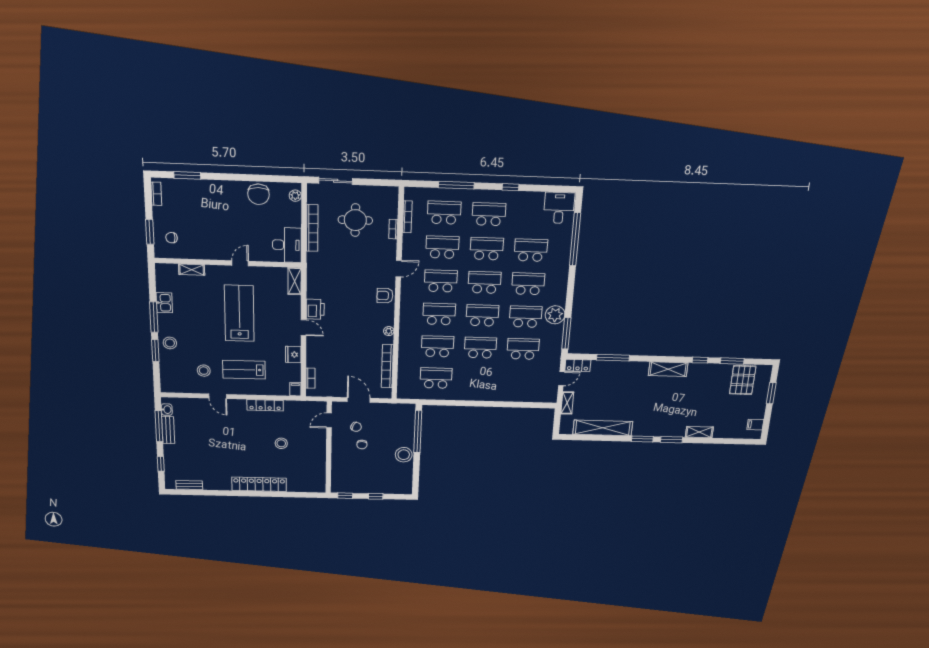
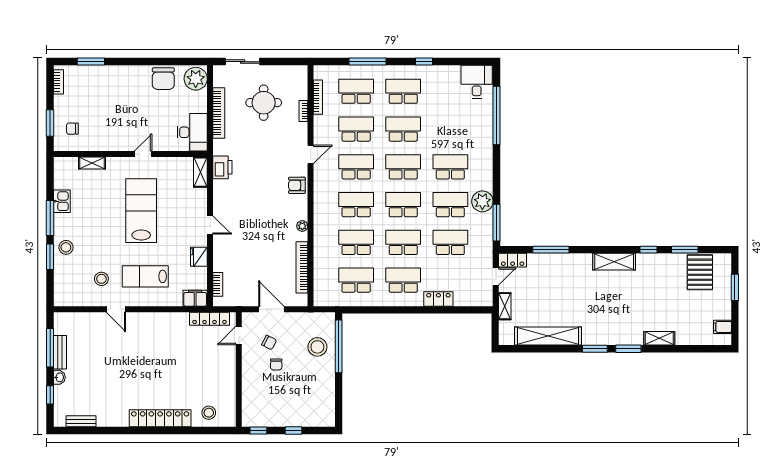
plant: (295, 196) -> (196, 79), width x1.87, depth x1.87
school desk: (531, 250) -> (403, 280), moved
printer: (315, 309) -> (222, 167), moved
filing cabinet: (295, 389) -> (195, 298), width x2.00
locker: (509, 396) -> (438, 299), added
locker: (265, 405) -> (210, 319), moved
washbasin: (167, 410) -> (59, 377), moved
stool: (281, 443) -> (209, 413), moved
stool: (404, 455) -> (317, 347), moved

